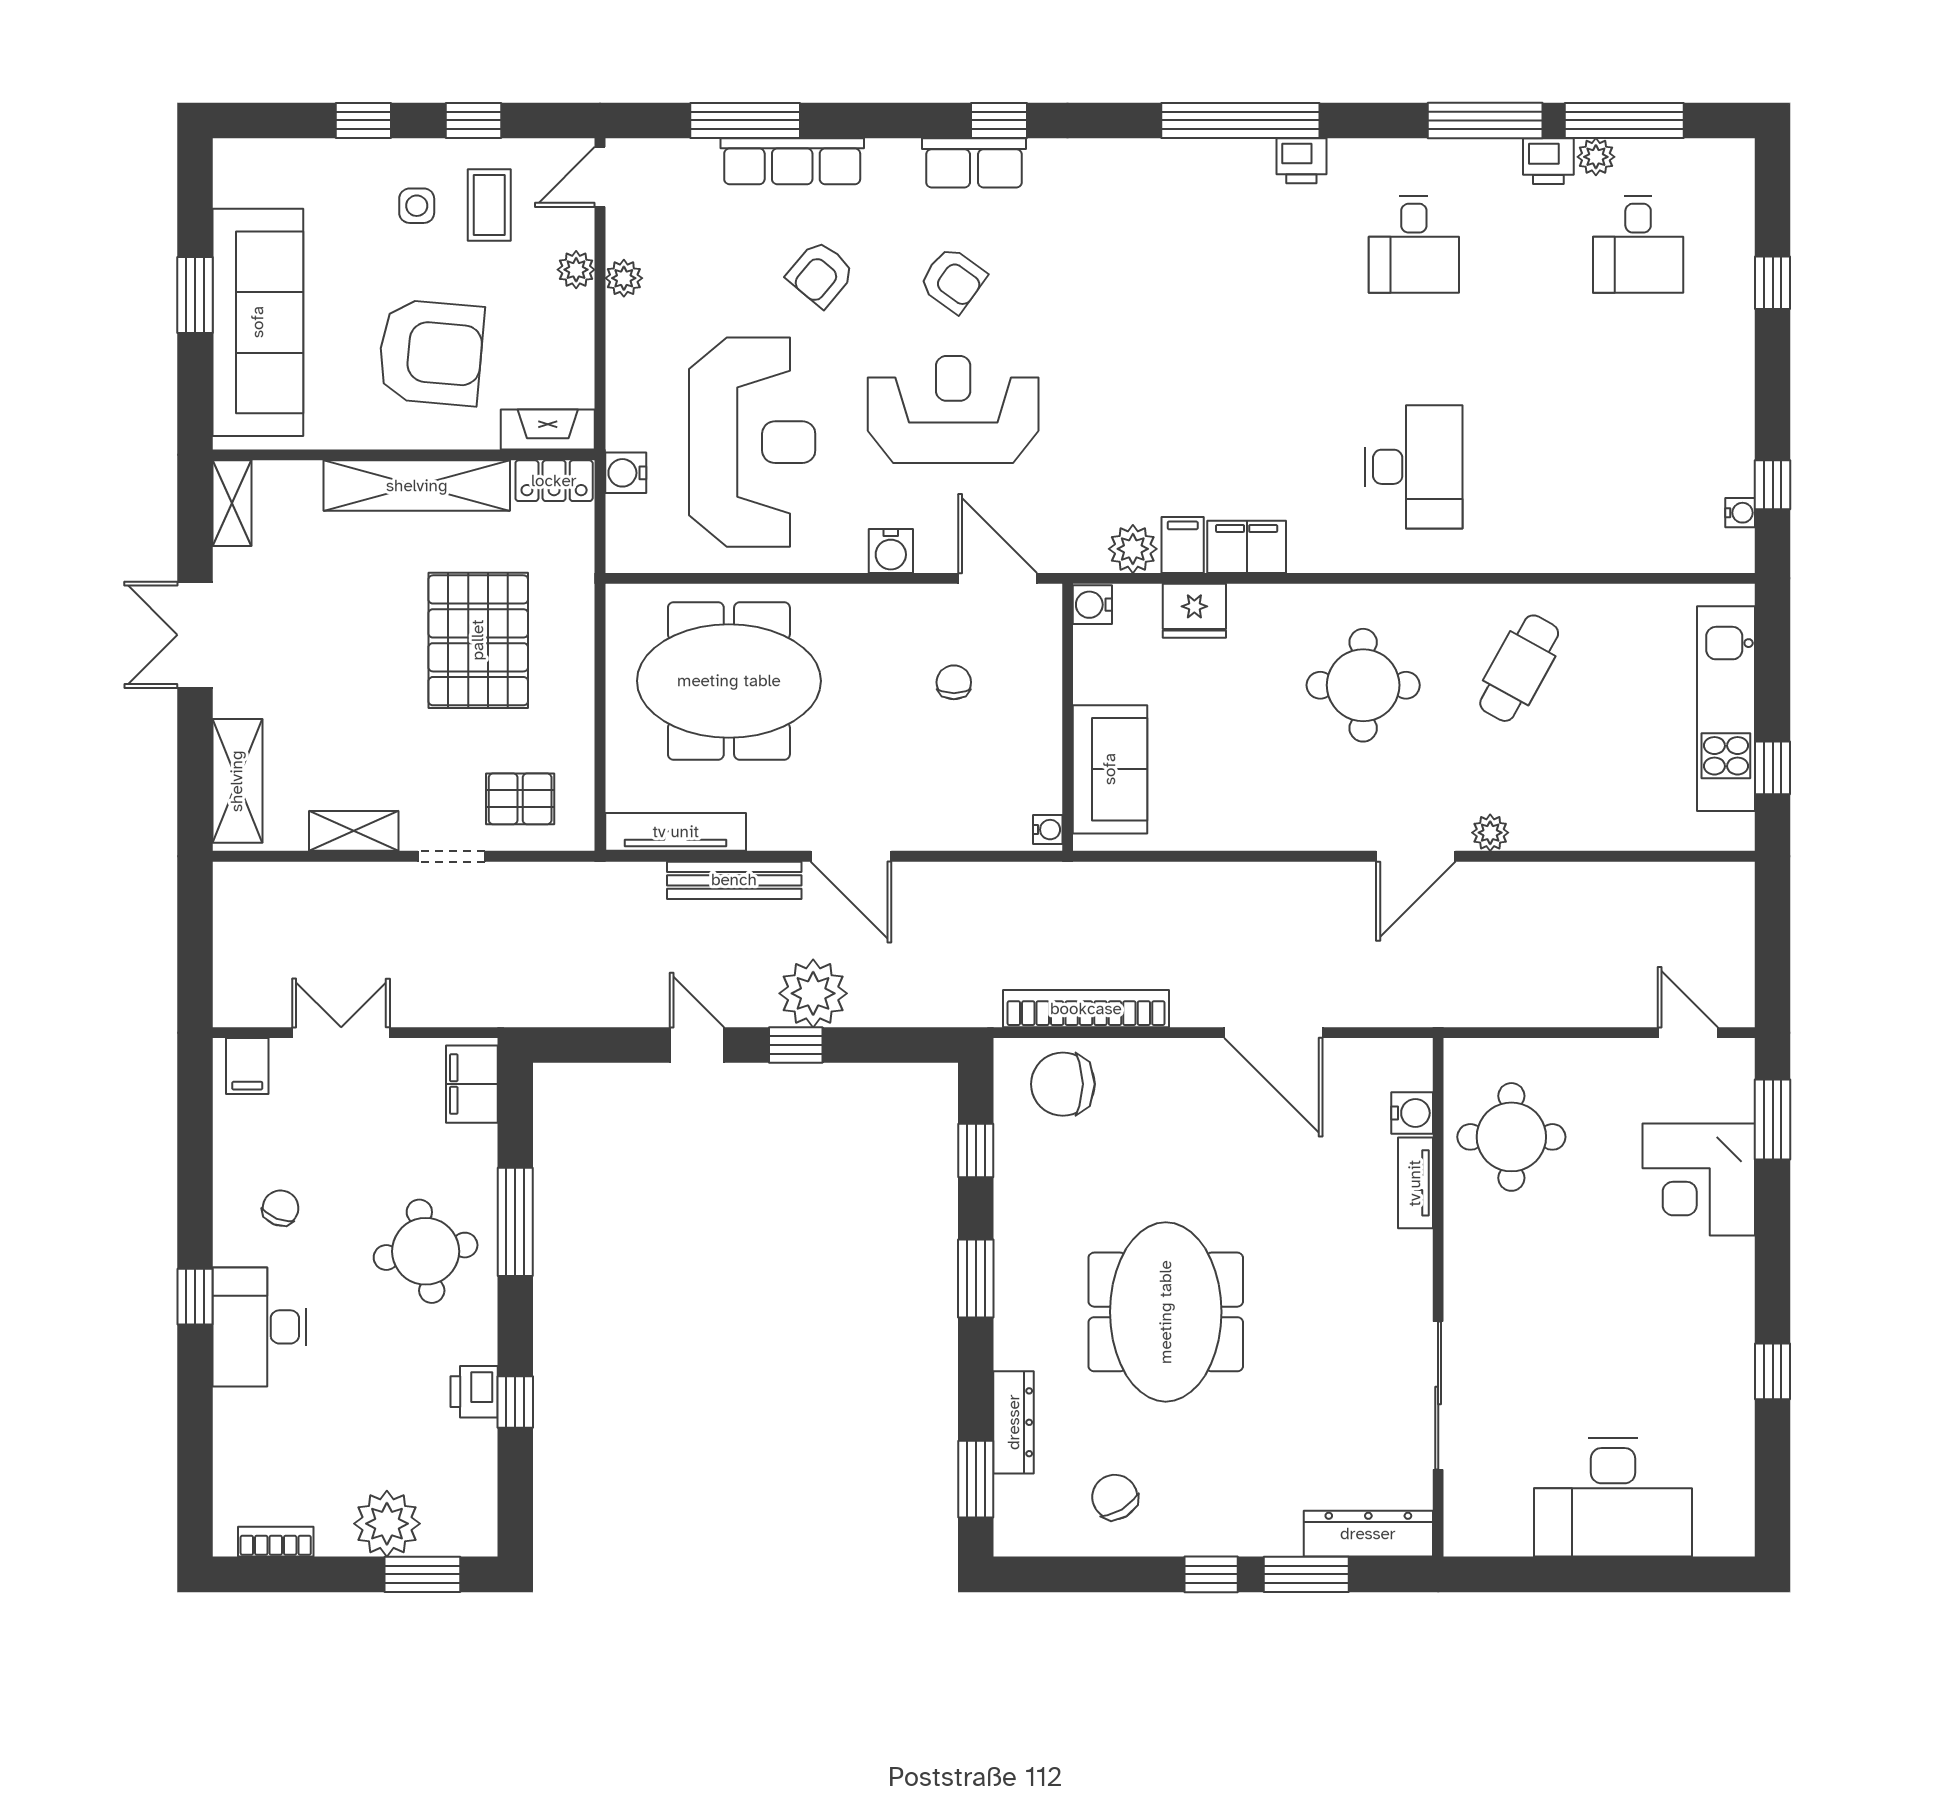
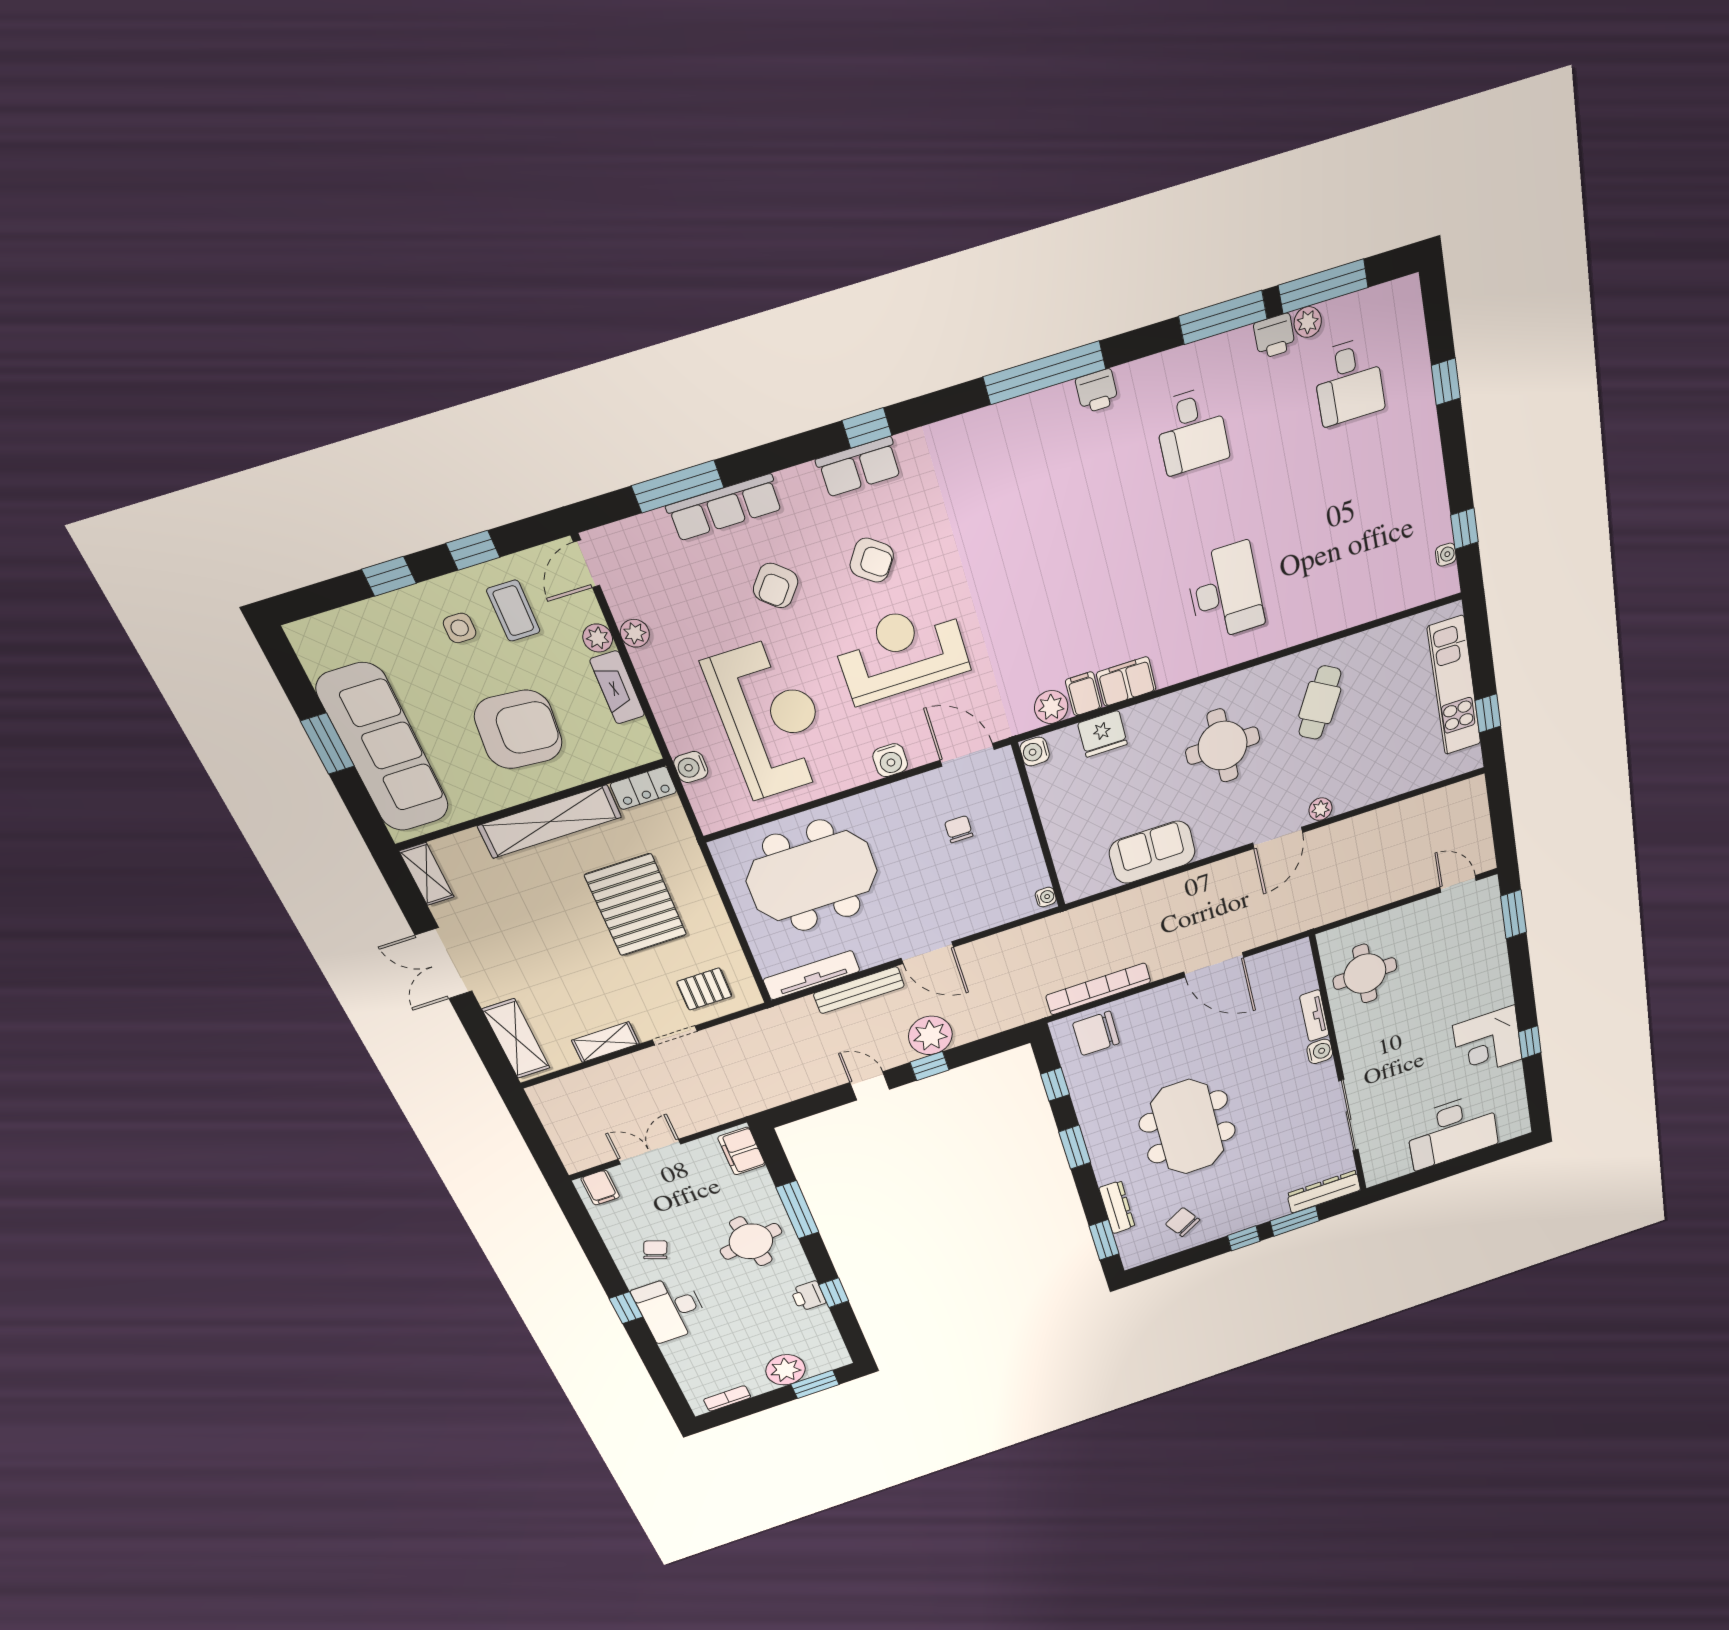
fireplace: (548, 429) -> (617, 687), moved, turned -90
sofa: (1110, 769) -> (1152, 852), moved, turned -90
water cooler: (1412, 1113) -> (1320, 1051), moved
corner desk: (1699, 1179) -> (1488, 1042), moved

